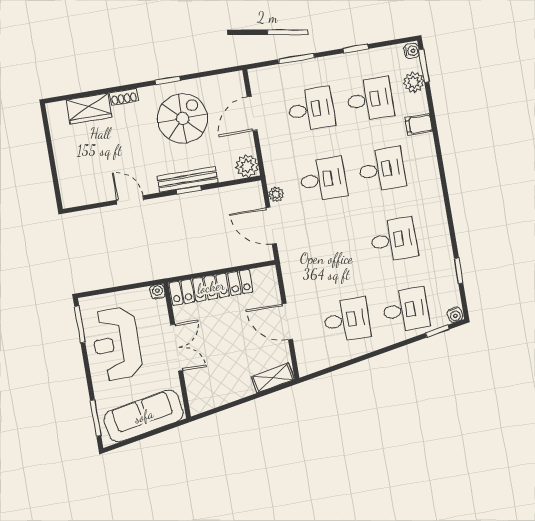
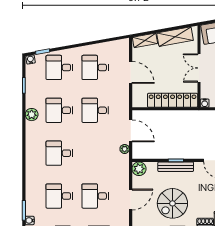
plant: (414, 82) -> (32, 115), moved
filing cabinet: (419, 125) -> (33, 176), removed
desk: (323, 179) -> (95, 110), moved
shelving: (225, 392) -> (175, 37), added

